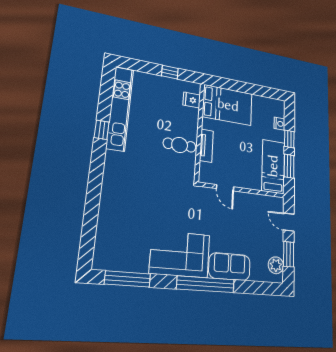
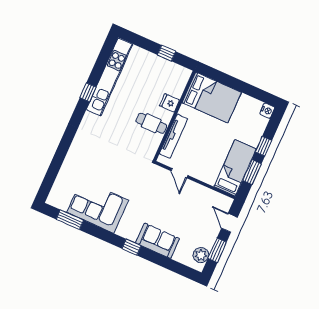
fridge: (192, 100) -> (170, 103), moved
nightstand: (280, 124) -> (267, 111), moved
tv unit: (206, 146) -> (174, 136), width x1.41
corner sofa: (180, 254) -> (98, 206), moved
window: (128, 279) -> (70, 220), width x0.69
window: (206, 284) -> (131, 247), width x0.32

